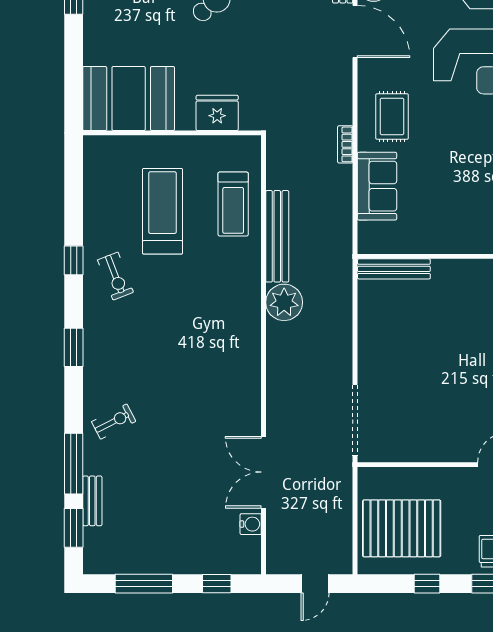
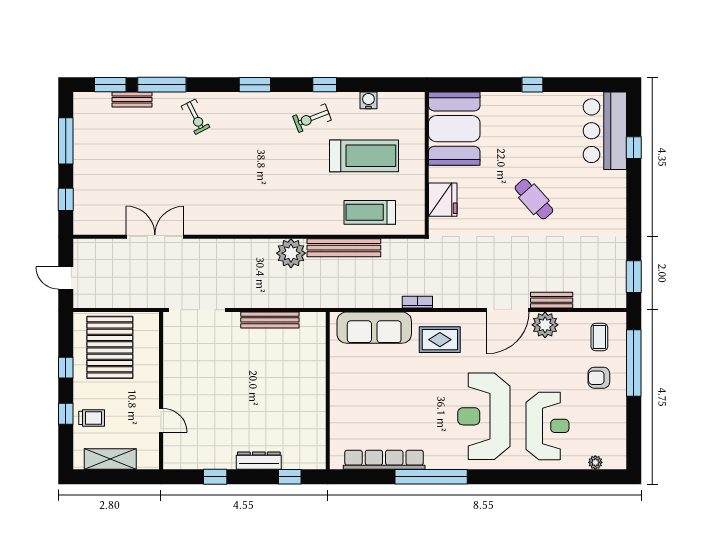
sofa: (377, 186) -> (374, 328), width x1.36
bench: (394, 269) -> (270, 320), moved, turned 90
water cooler: (251, 524) -> (368, 100), moved, turned 180

